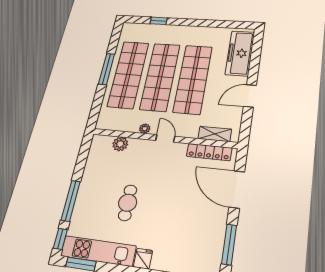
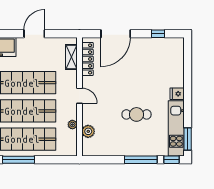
door: (250, 96) -> (34, 34), swing flipped
plant: (145, 129) -> (72, 125), moved
door: (165, 138) -> (79, 96), swing flipped
window: (229, 244) -> (158, 34), width x0.46

